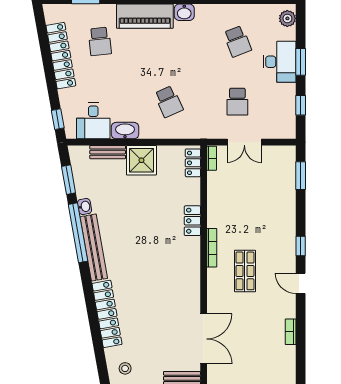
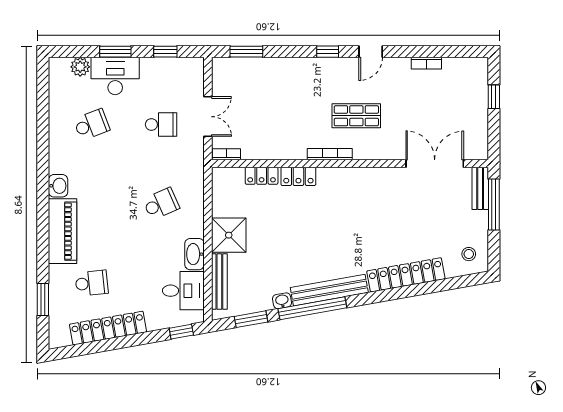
plant: (287, 18) -> (80, 67), moved
bench: (108, 152) -> (219, 282), width x1.36
locker: (193, 163) -> (262, 176), moved

